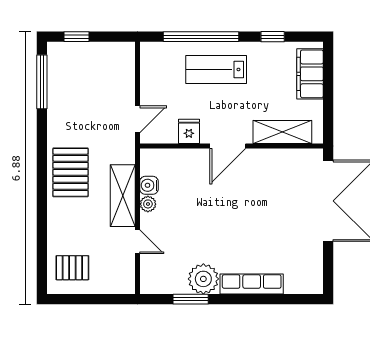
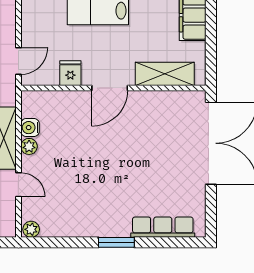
plant: (203, 279) -> (31, 229), moved, width x0.53, depth x0.53
row of seats: (252, 284) -> (163, 227), moved
window: (191, 299) -> (116, 242), moved

